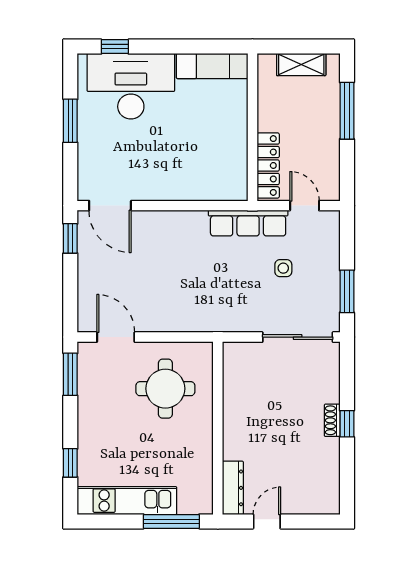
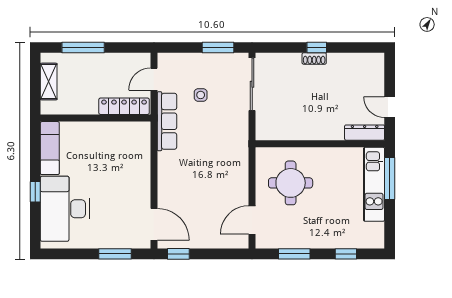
window: (115, 47) -> (35, 192), moved
window: (70, 121) -> (115, 254), moved
door: (110, 206) -> (154, 224), hinge flipped
window: (70, 374) -> (294, 254), moved
kitchen unit: (127, 501) -> (374, 184), moved

